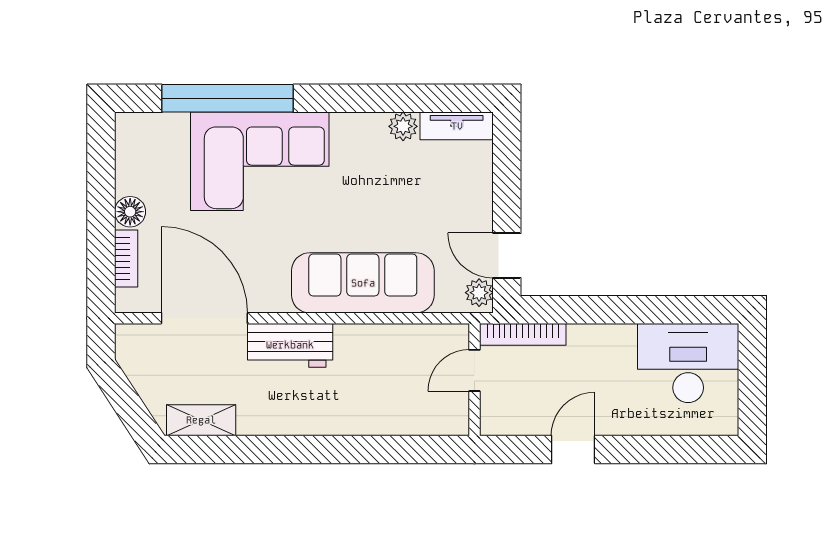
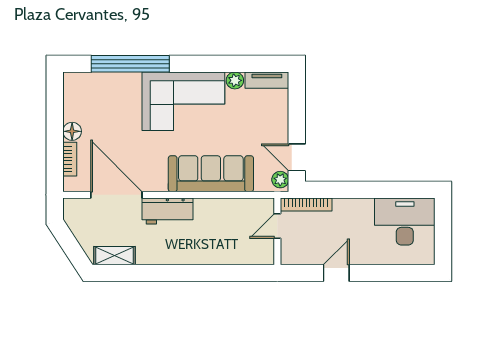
corner sofa: (260, 161) -> (183, 101), moved

